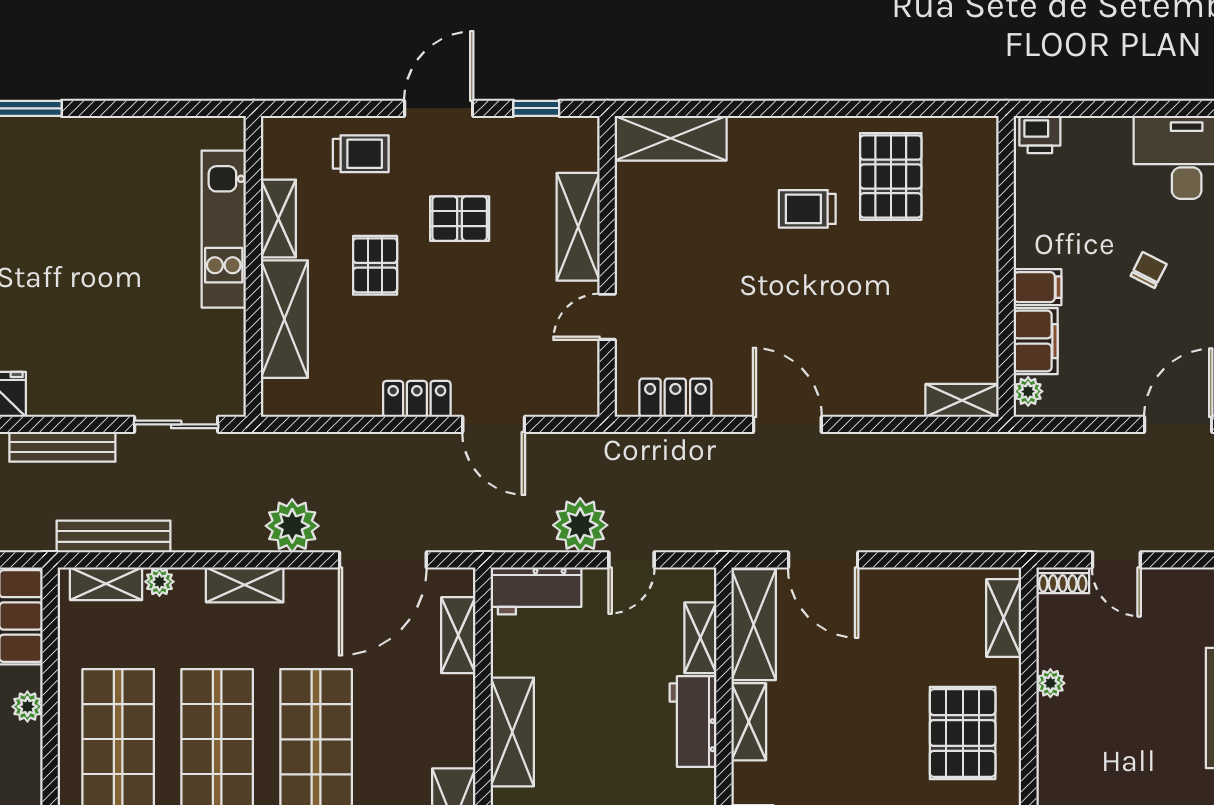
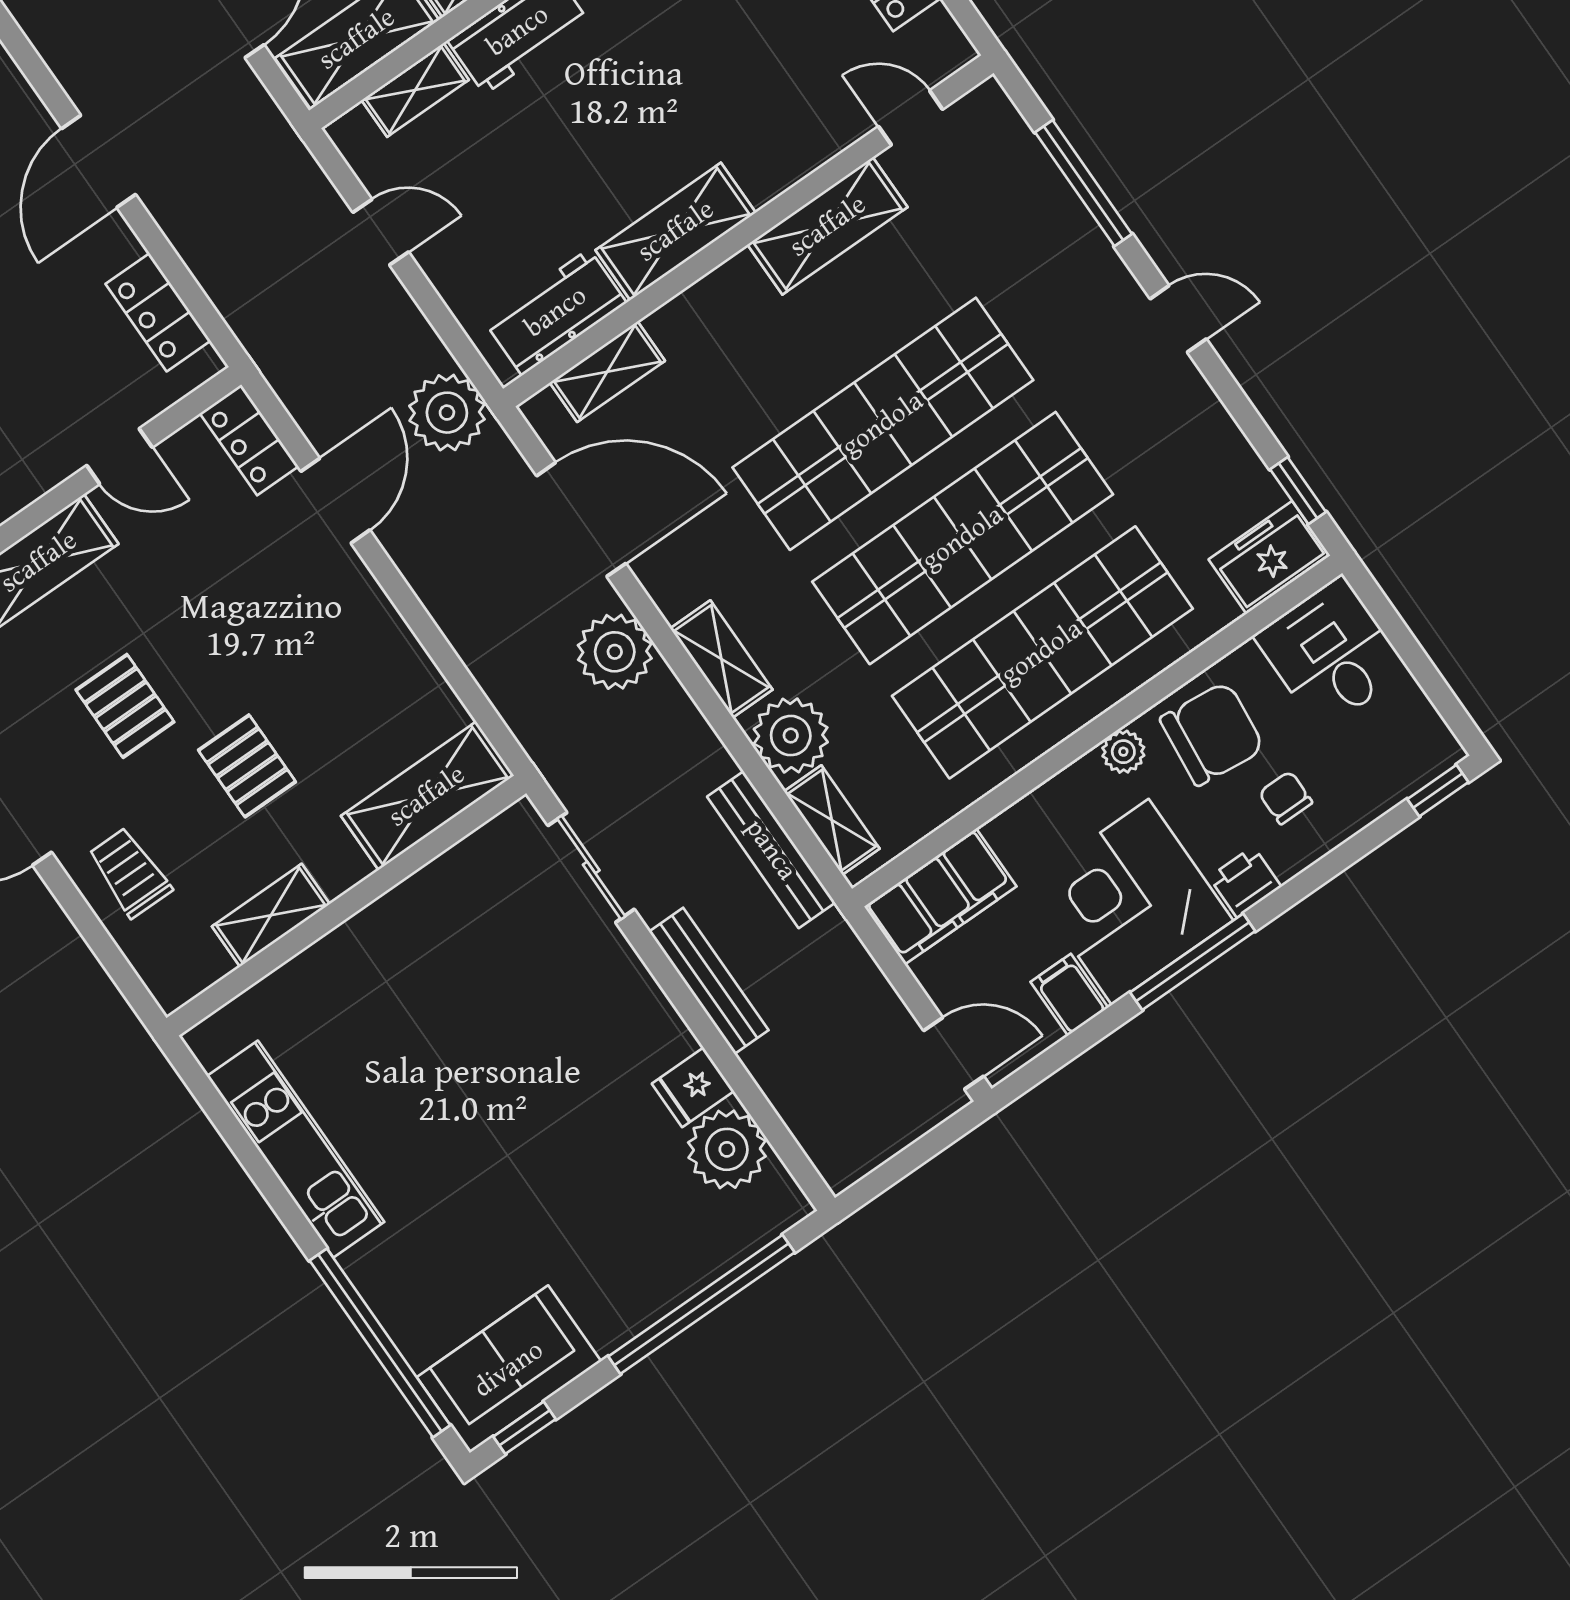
kitchen unit: (224, 229) -> (296, 1149), moved, turned -90
pallet: (375, 265) -> (247, 766), turned 90
shelving: (284, 319) -> (427, 796), moved
locker: (417, 399) -> (249, 440), moved
plant: (580, 525) -> (447, 413), moved
plant: (159, 582) -> (791, 736), width x1.88, depth x1.88
workbench: (536, 591) -> (556, 312), moved, turned -90
plant: (27, 707) -> (1123, 752), moved

